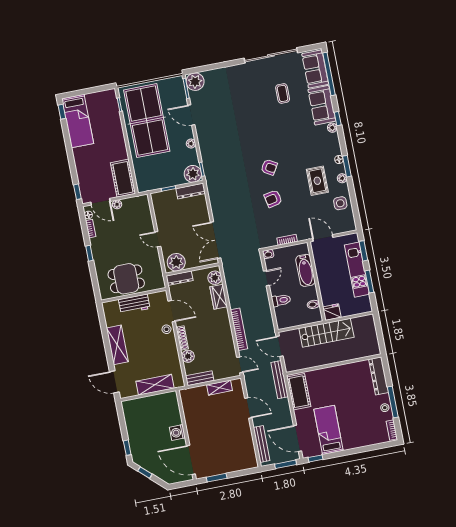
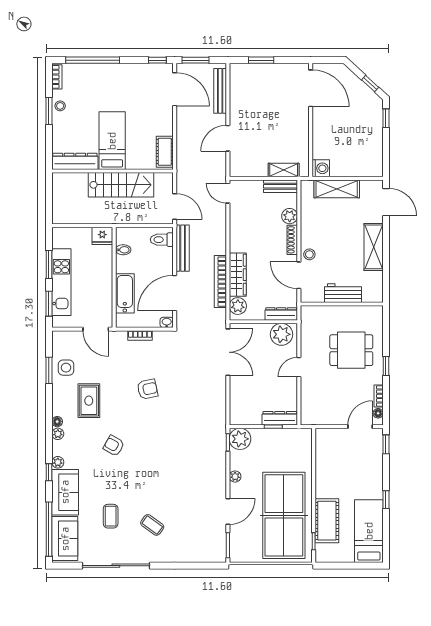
plant: (195, 82) -> (215, 552), removed
coffee table: (249, 93) -> (152, 525), added
window: (62, 112) -> (386, 500), moved
door: (191, 115) -> (228, 512), hinge flipped
window: (347, 166) -> (49, 370), moved
armchair: (269, 167) -> (114, 446), moved
cot: (123, 178) -> (327, 521), moved
plant: (342, 178) -> (58, 434), moved
dresser: (191, 191) -> (280, 418), moved
door: (100, 202) -> (360, 427), hinge flipped
plant: (117, 204) -> (340, 419), removed
door: (158, 239) -> (299, 367), swing flipped
door: (266, 278) -> (175, 293), width x1.87
dining table: (126, 279) -> (351, 350), moved
wardrobe: (219, 297) -> (238, 275), width x1.50
toilet: (281, 300) -> (162, 240), moved
bookcase: (239, 329) -> (220, 282), moved
stairs: (326, 333) -> (121, 185), moved, turned 180
dresser: (379, 376) -> (75, 161), moved, turned -90
bench: (280, 380) -> (183, 248), moved
shelving: (219, 388) -> (284, 170), moved
cot: (299, 392) -> (165, 152), width x0.73, depth x0.75
window: (393, 402) -> (49, 111), width x0.69
door: (248, 408) -> (228, 138), hinge flipped
bed: (328, 430) -> (112, 141), moved, turned 180
washing machine: (177, 432) -> (321, 168), moved
window: (366, 449) -> (93, 60), added
window: (217, 478) -> (261, 60), moved

